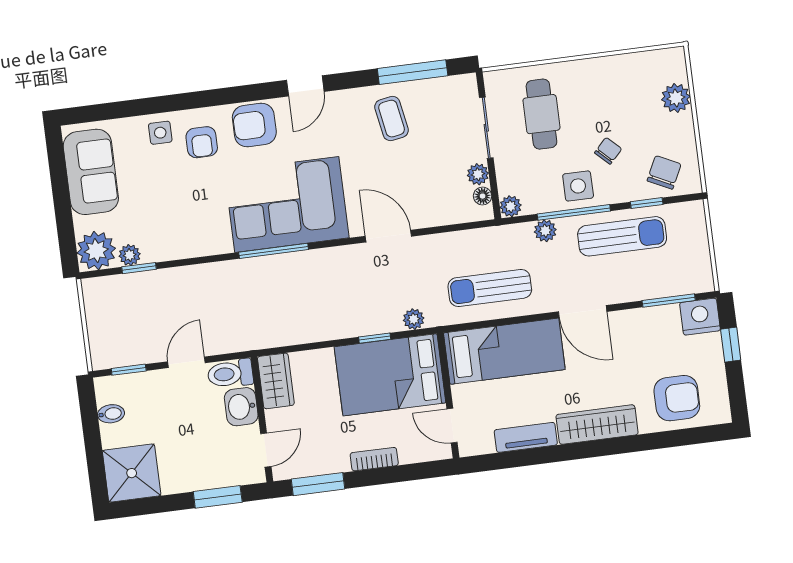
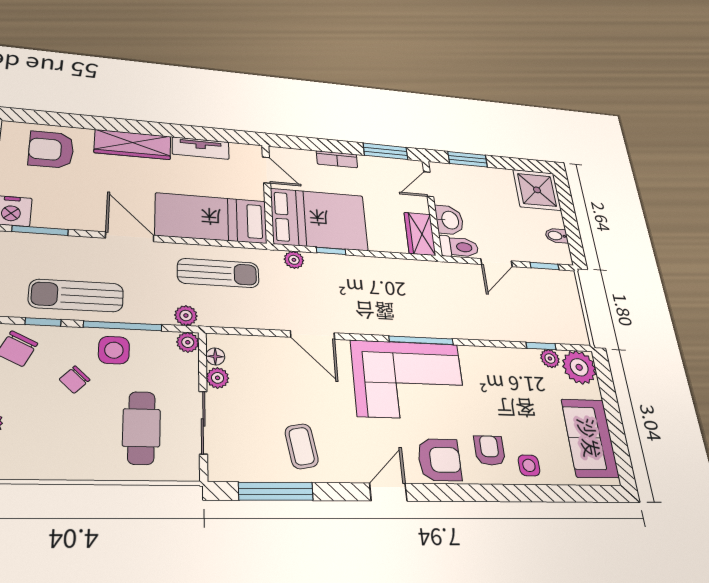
plant: (545, 231) -> (186, 315), moved

